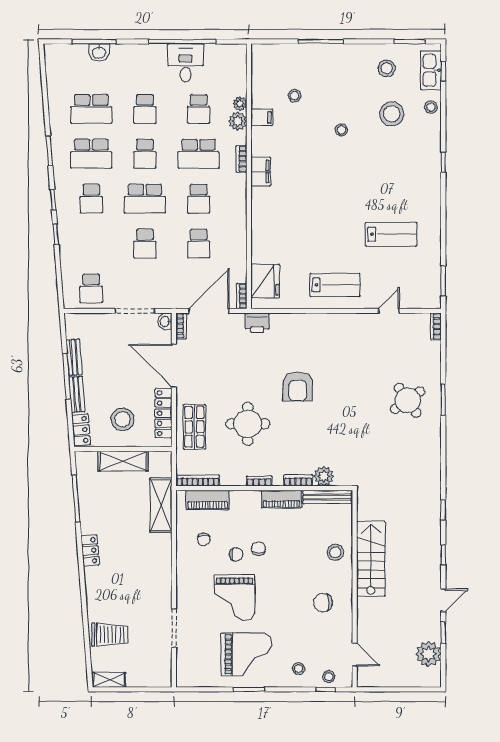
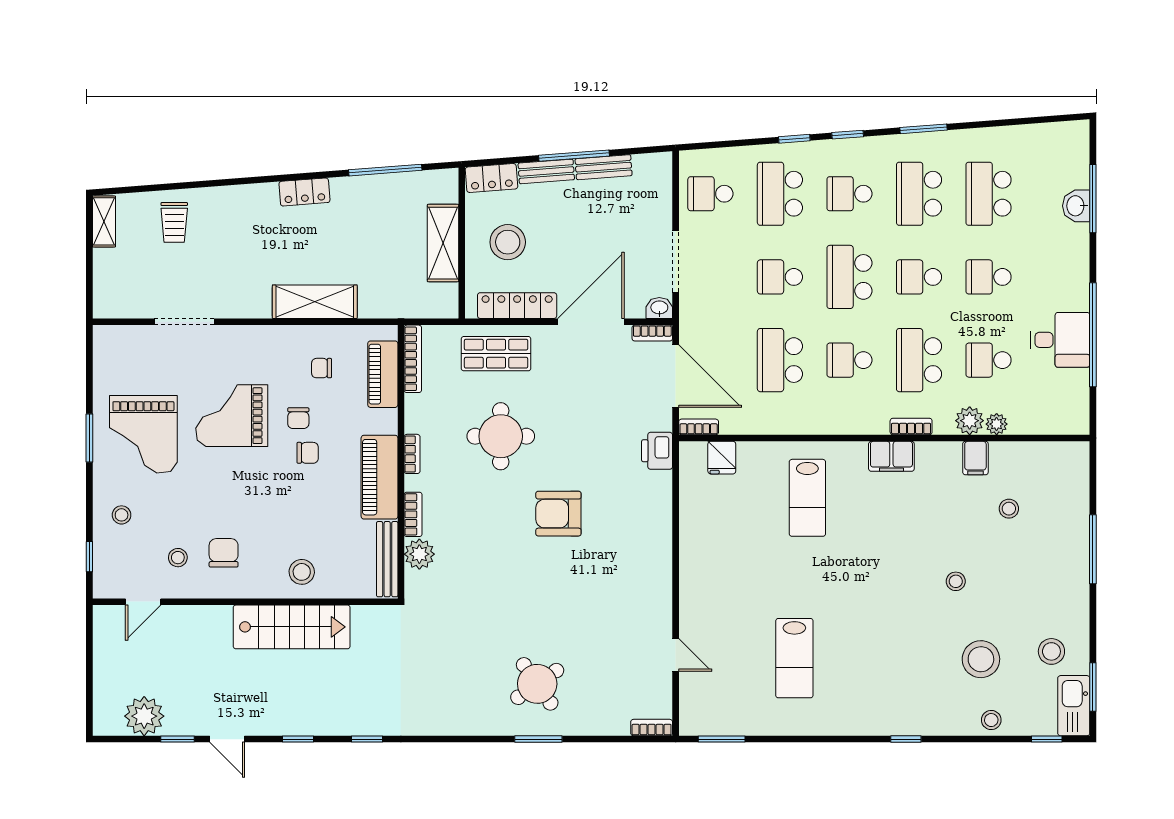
kitchen sink: (431, 70) -> (1074, 706), moved, turned -90
school desk: (91, 244) -> (780, 194), added
school desk: (199, 244) -> (780, 360), width x1.85
fridge: (265, 281) -> (722, 458), width x0.53, depth x0.75
lab bench: (335, 285) -> (807, 498), moved
piano: (281, 499) -> (380, 477), width x1.37, depth x1.33
shelving: (161, 505) -> (315, 302), moved
trolley: (110, 635) -> (174, 222), width x0.73, depth x0.72
stool: (329, 677) -> (178, 558), moved

